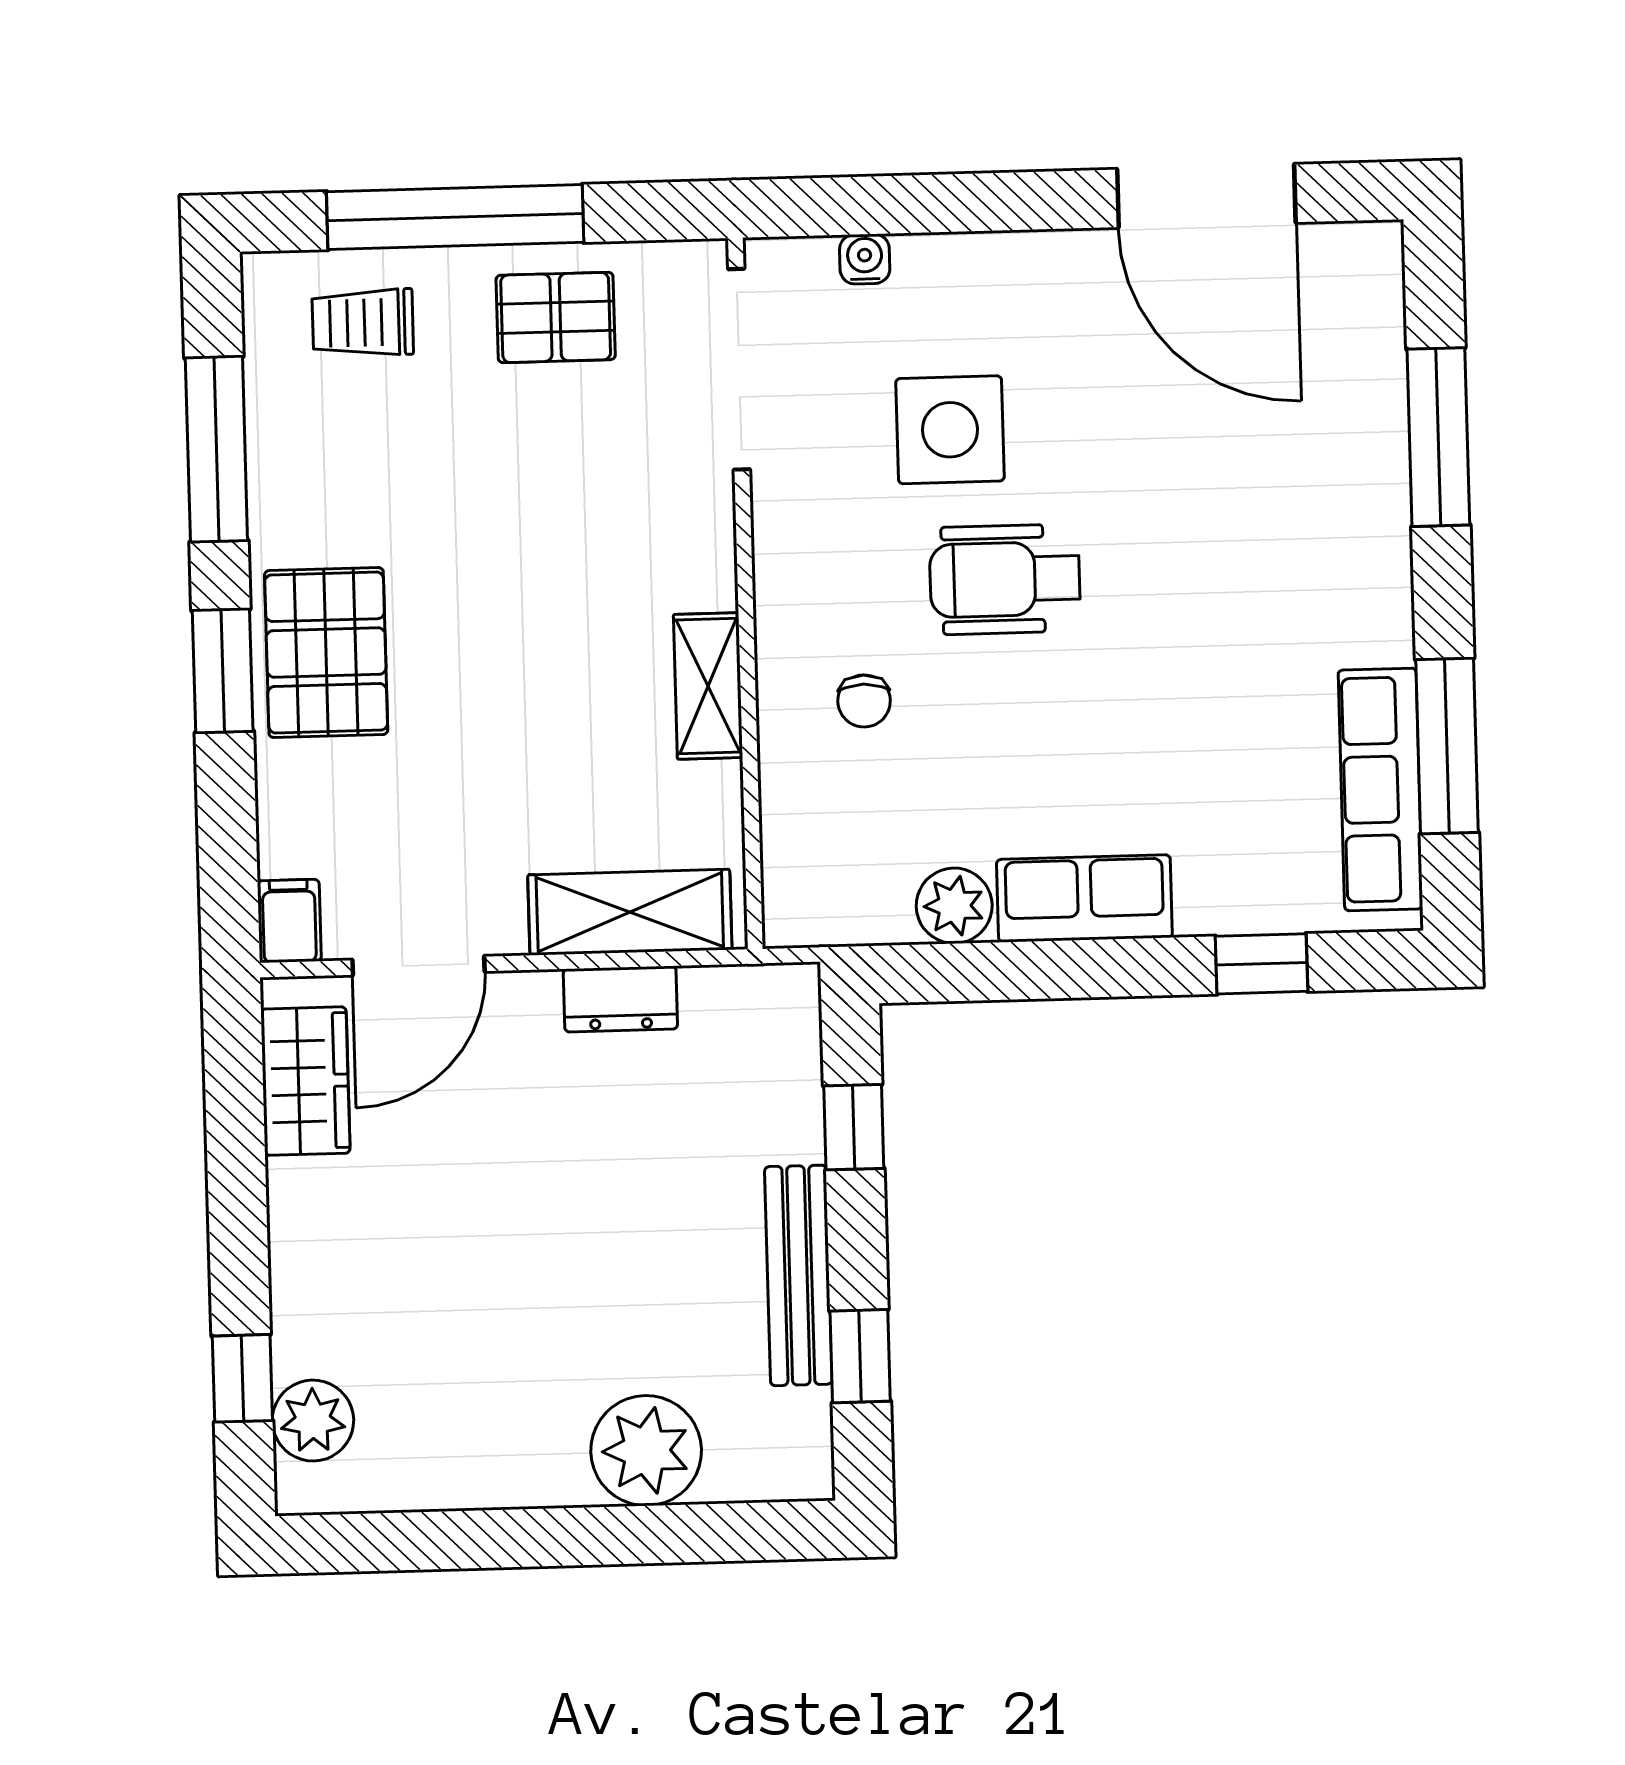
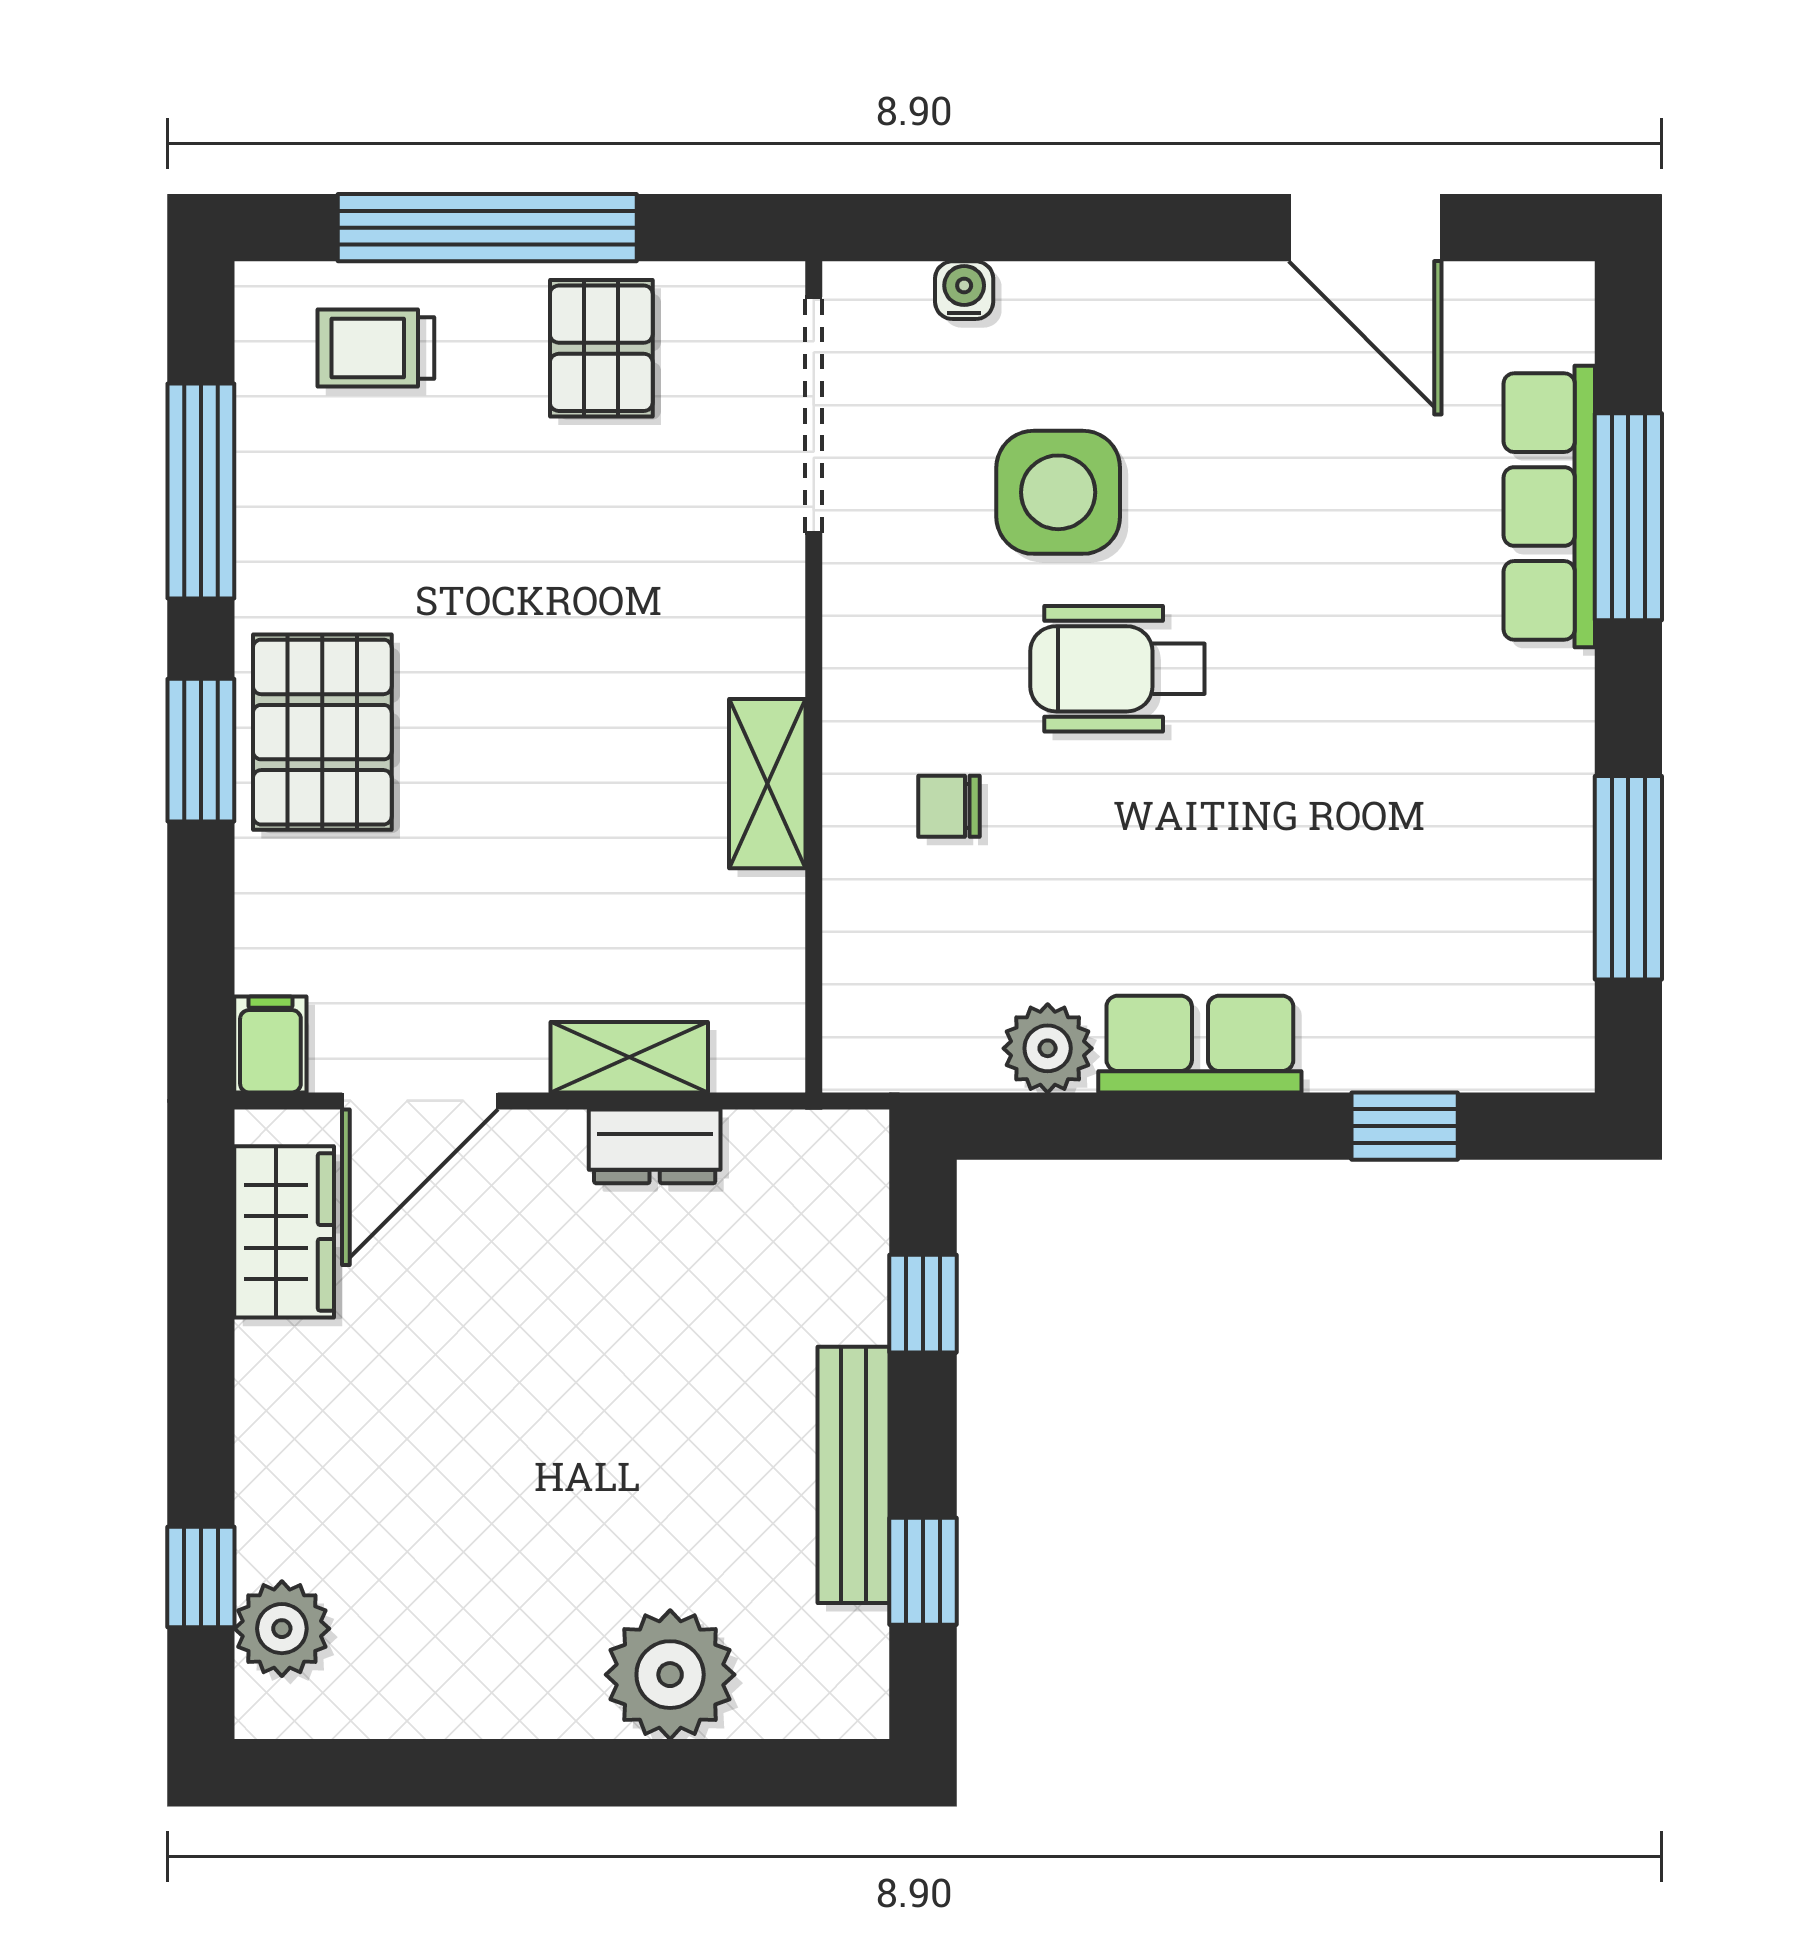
door: (1206, 196) -> (1365, 228), width x0.73
pallet: (556, 317) -> (601, 348), turned 90
chair: (864, 701) -> (949, 806), turned 90
row of seats: (1380, 789) -> (1549, 506), moved
shelving: (630, 912) -> (629, 1057), width x0.67, depth x0.75

